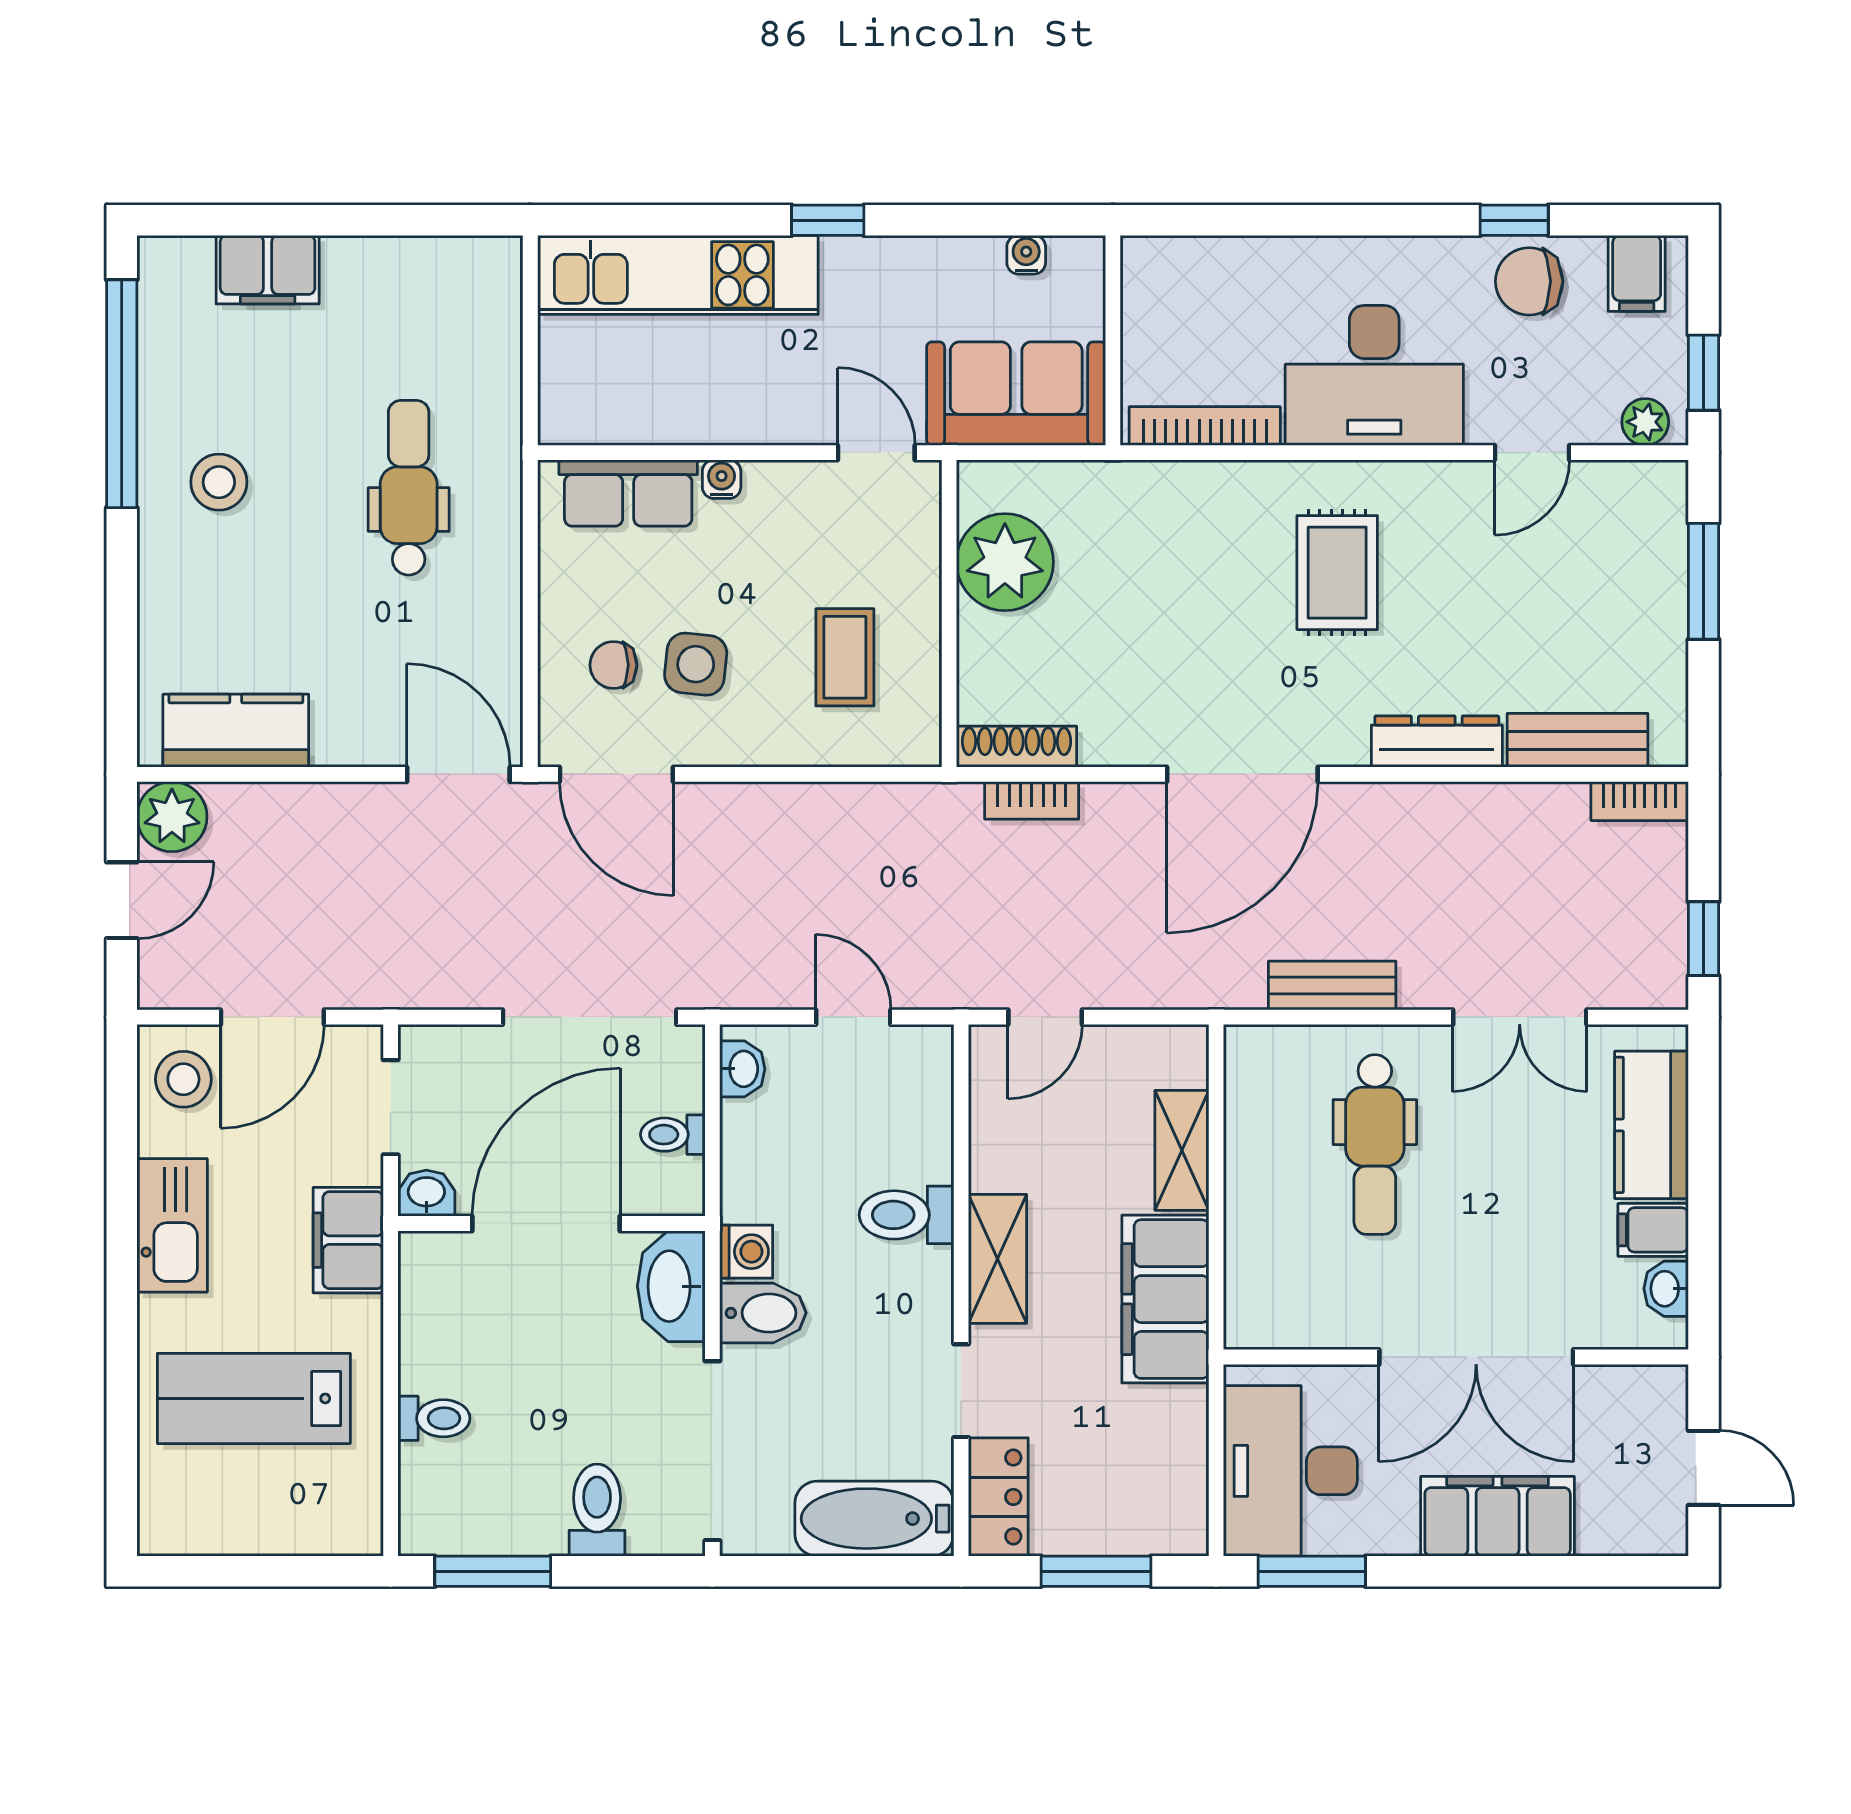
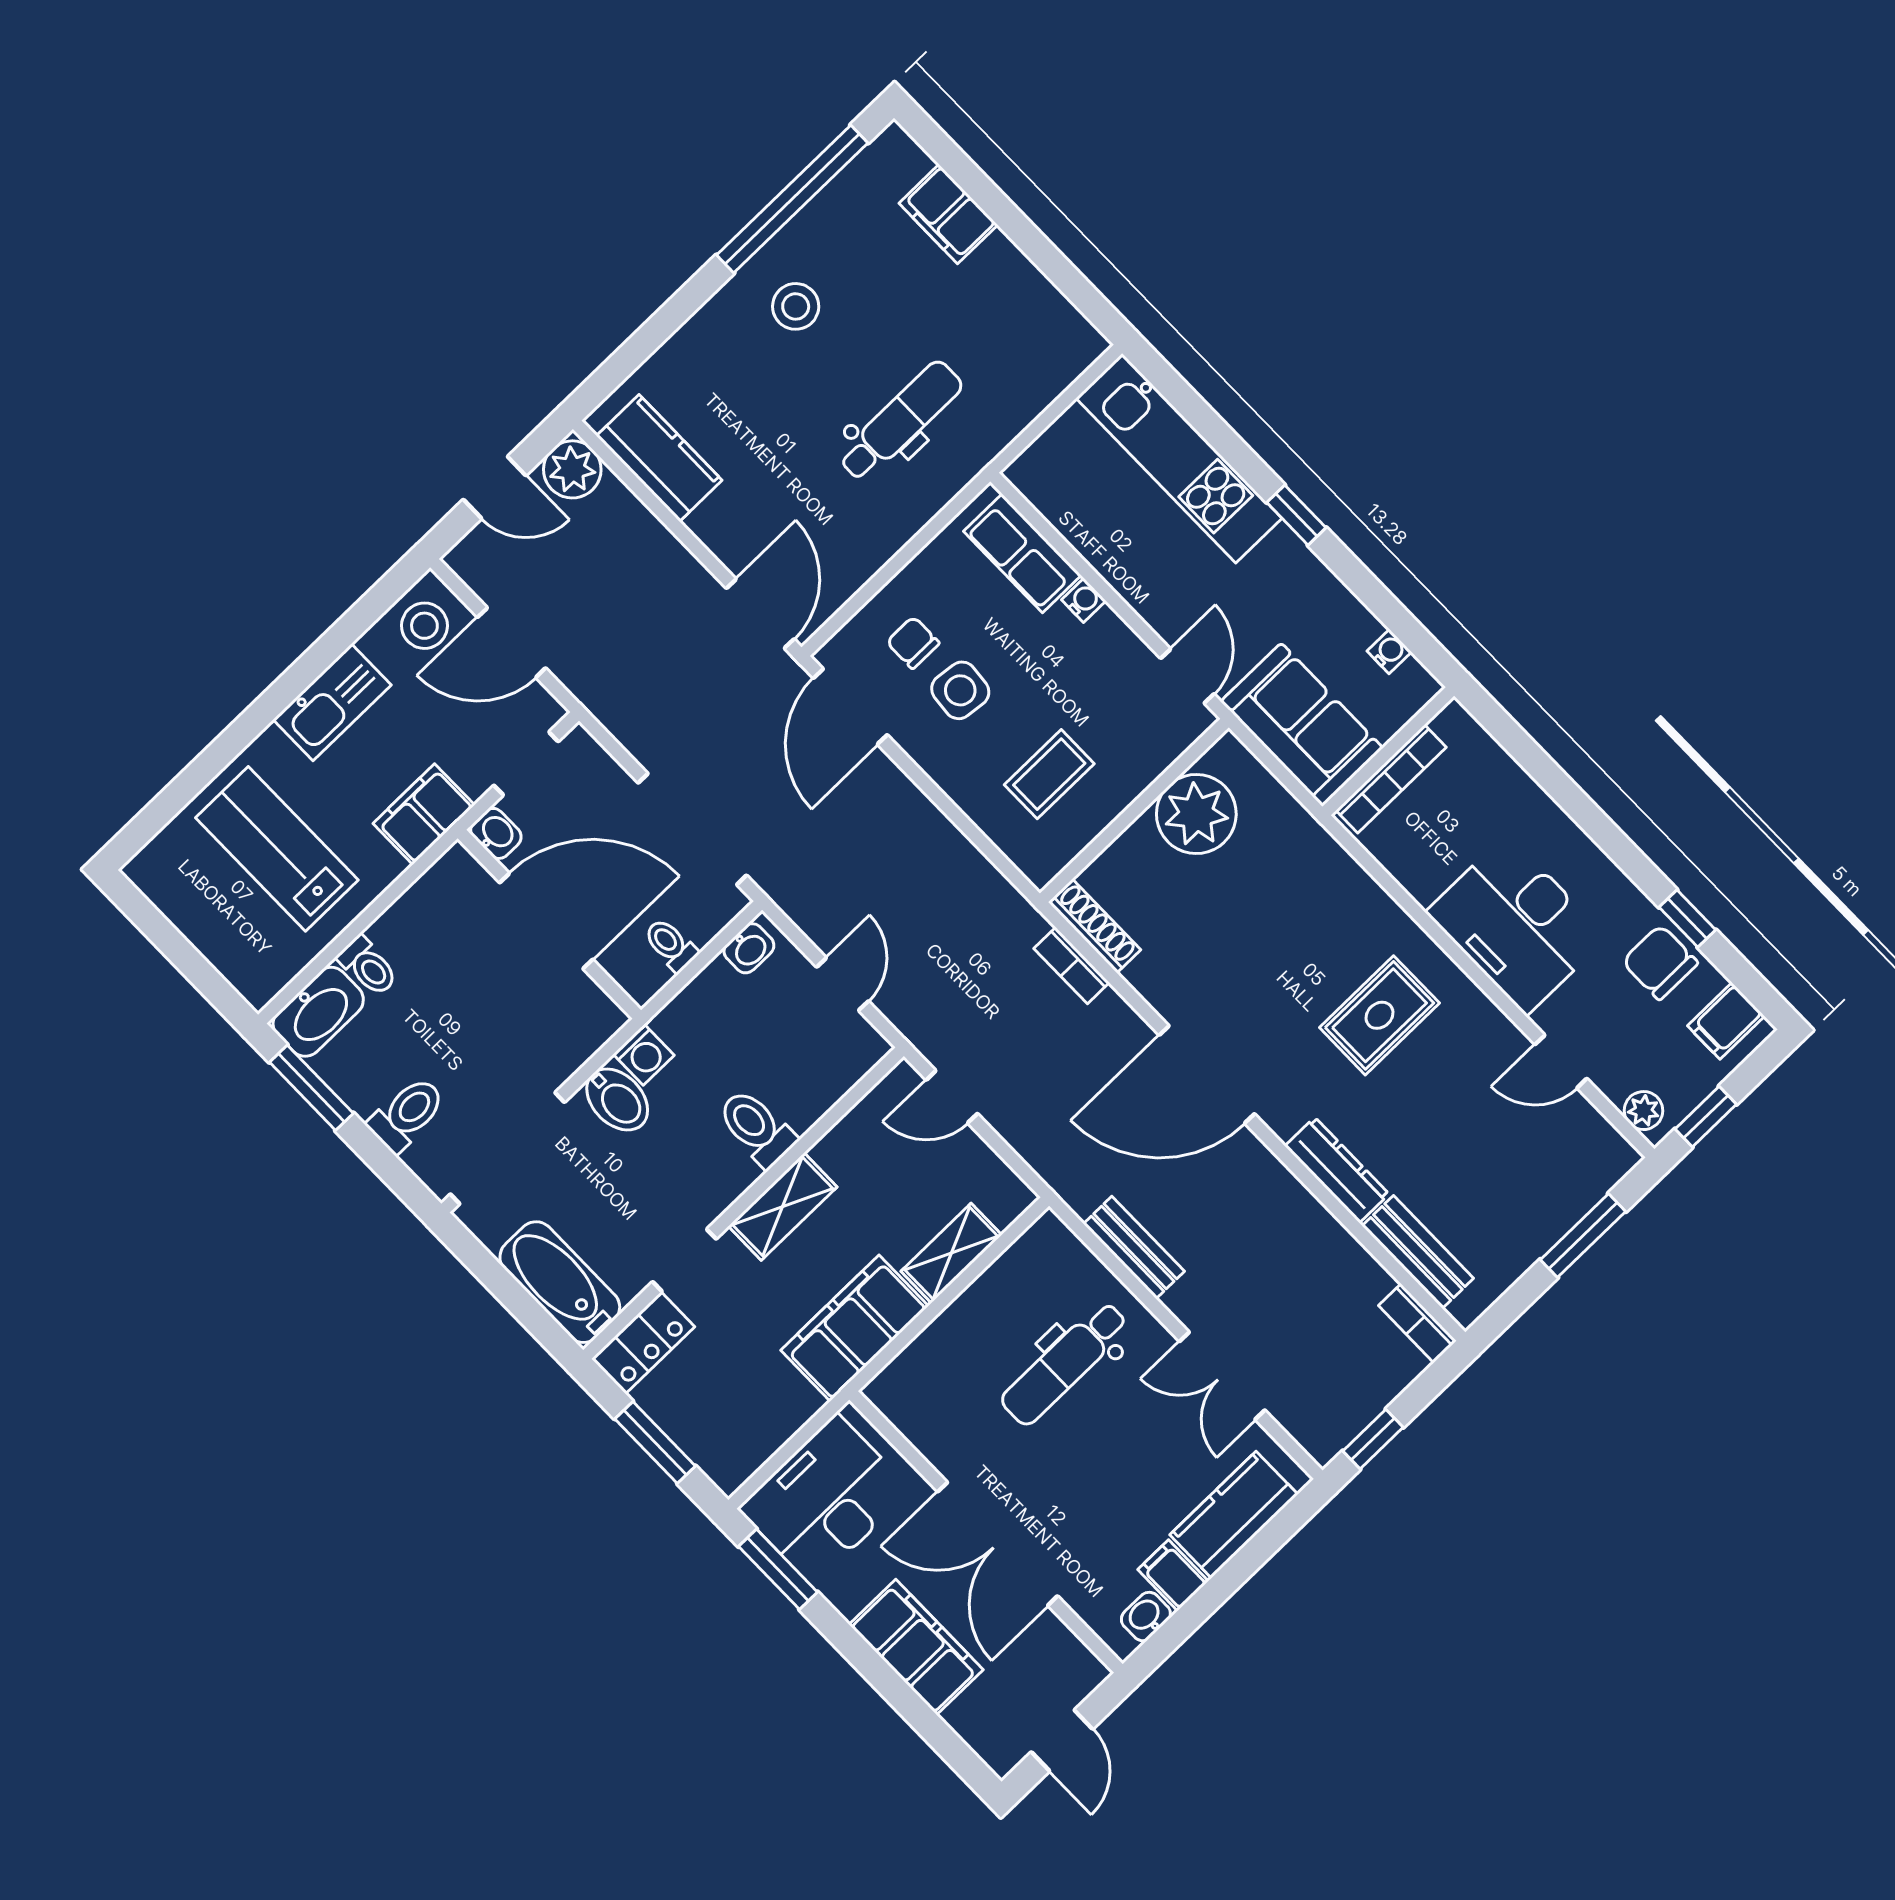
bookcase: (1205, 426) -> (1391, 779), moved, turned 90
washbasin: (671, 1286) -> (318, 1012), moved, turned 180

